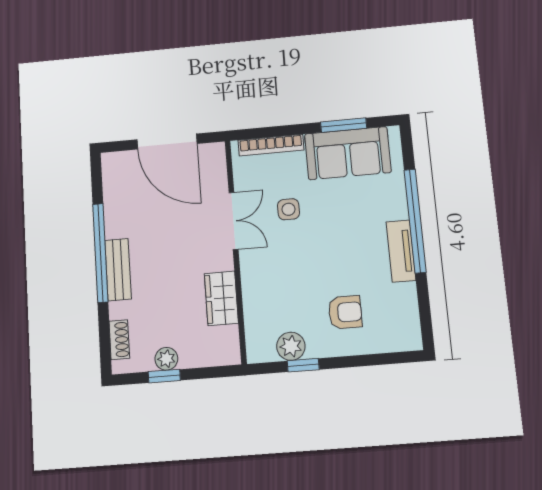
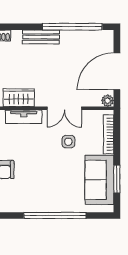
plant: (216, 152) -> (108, 101), added
tv unit: (401, 251) -> (24, 117), moved, turned 180
window: (100, 253) -> (72, 27), moved

